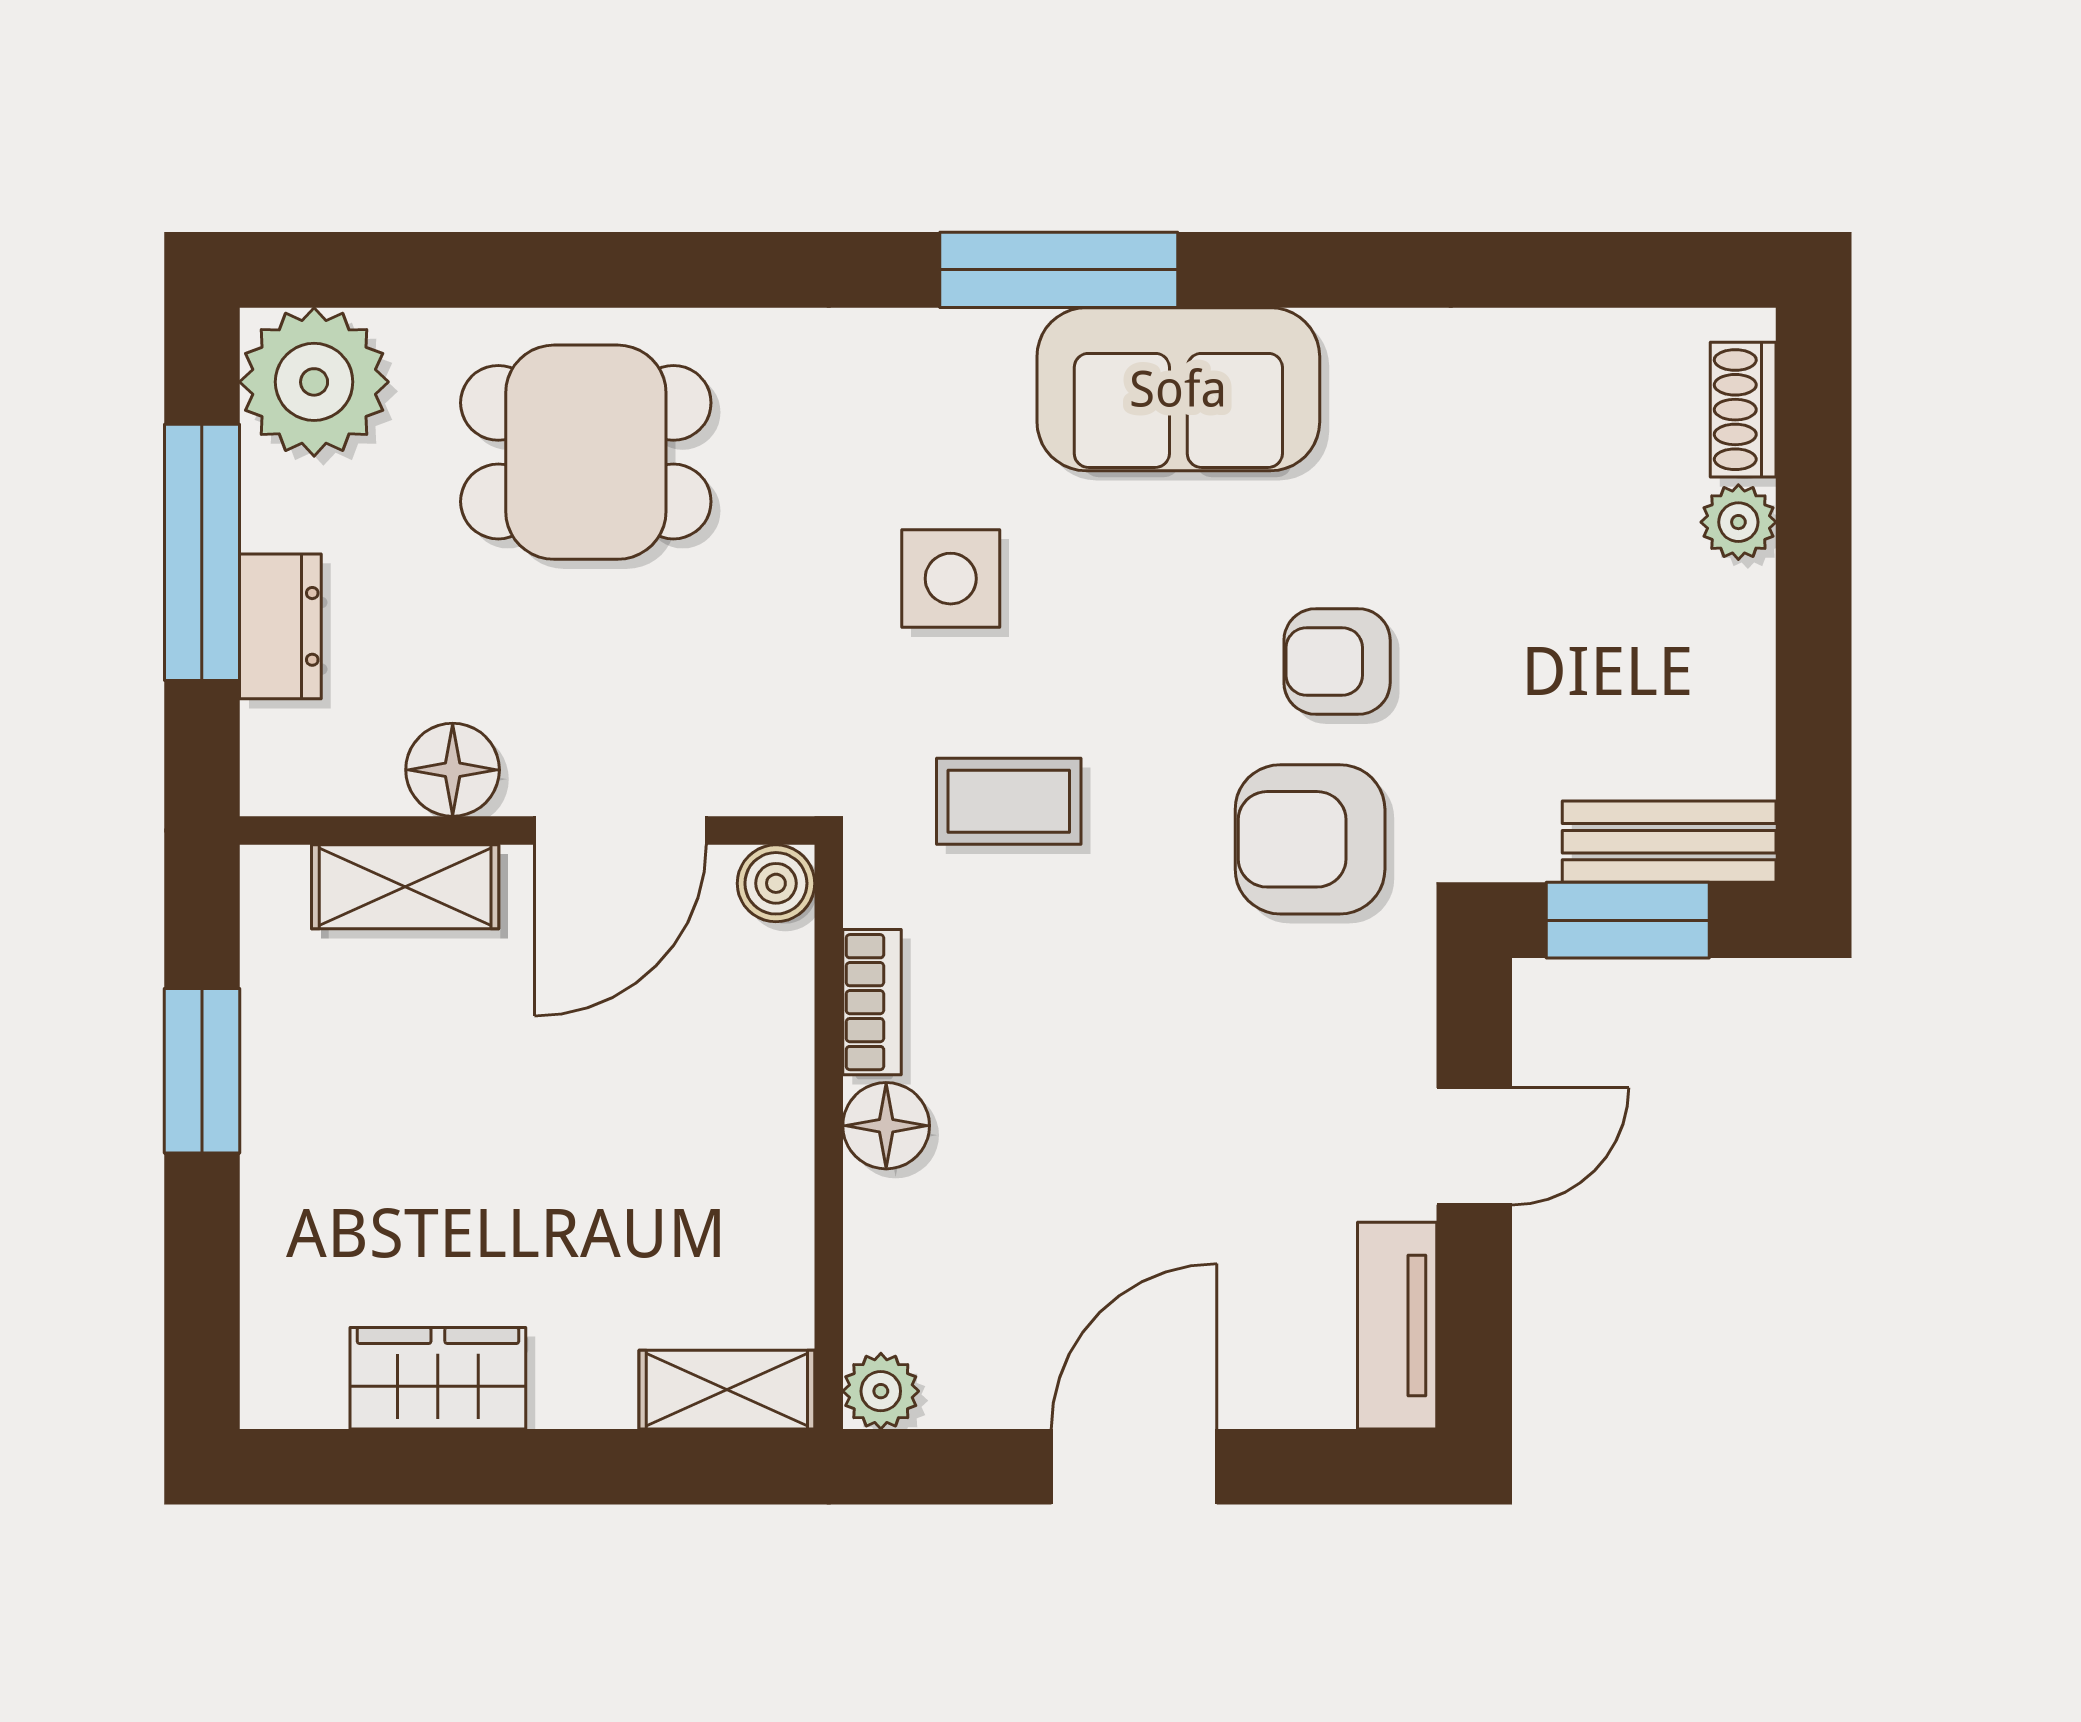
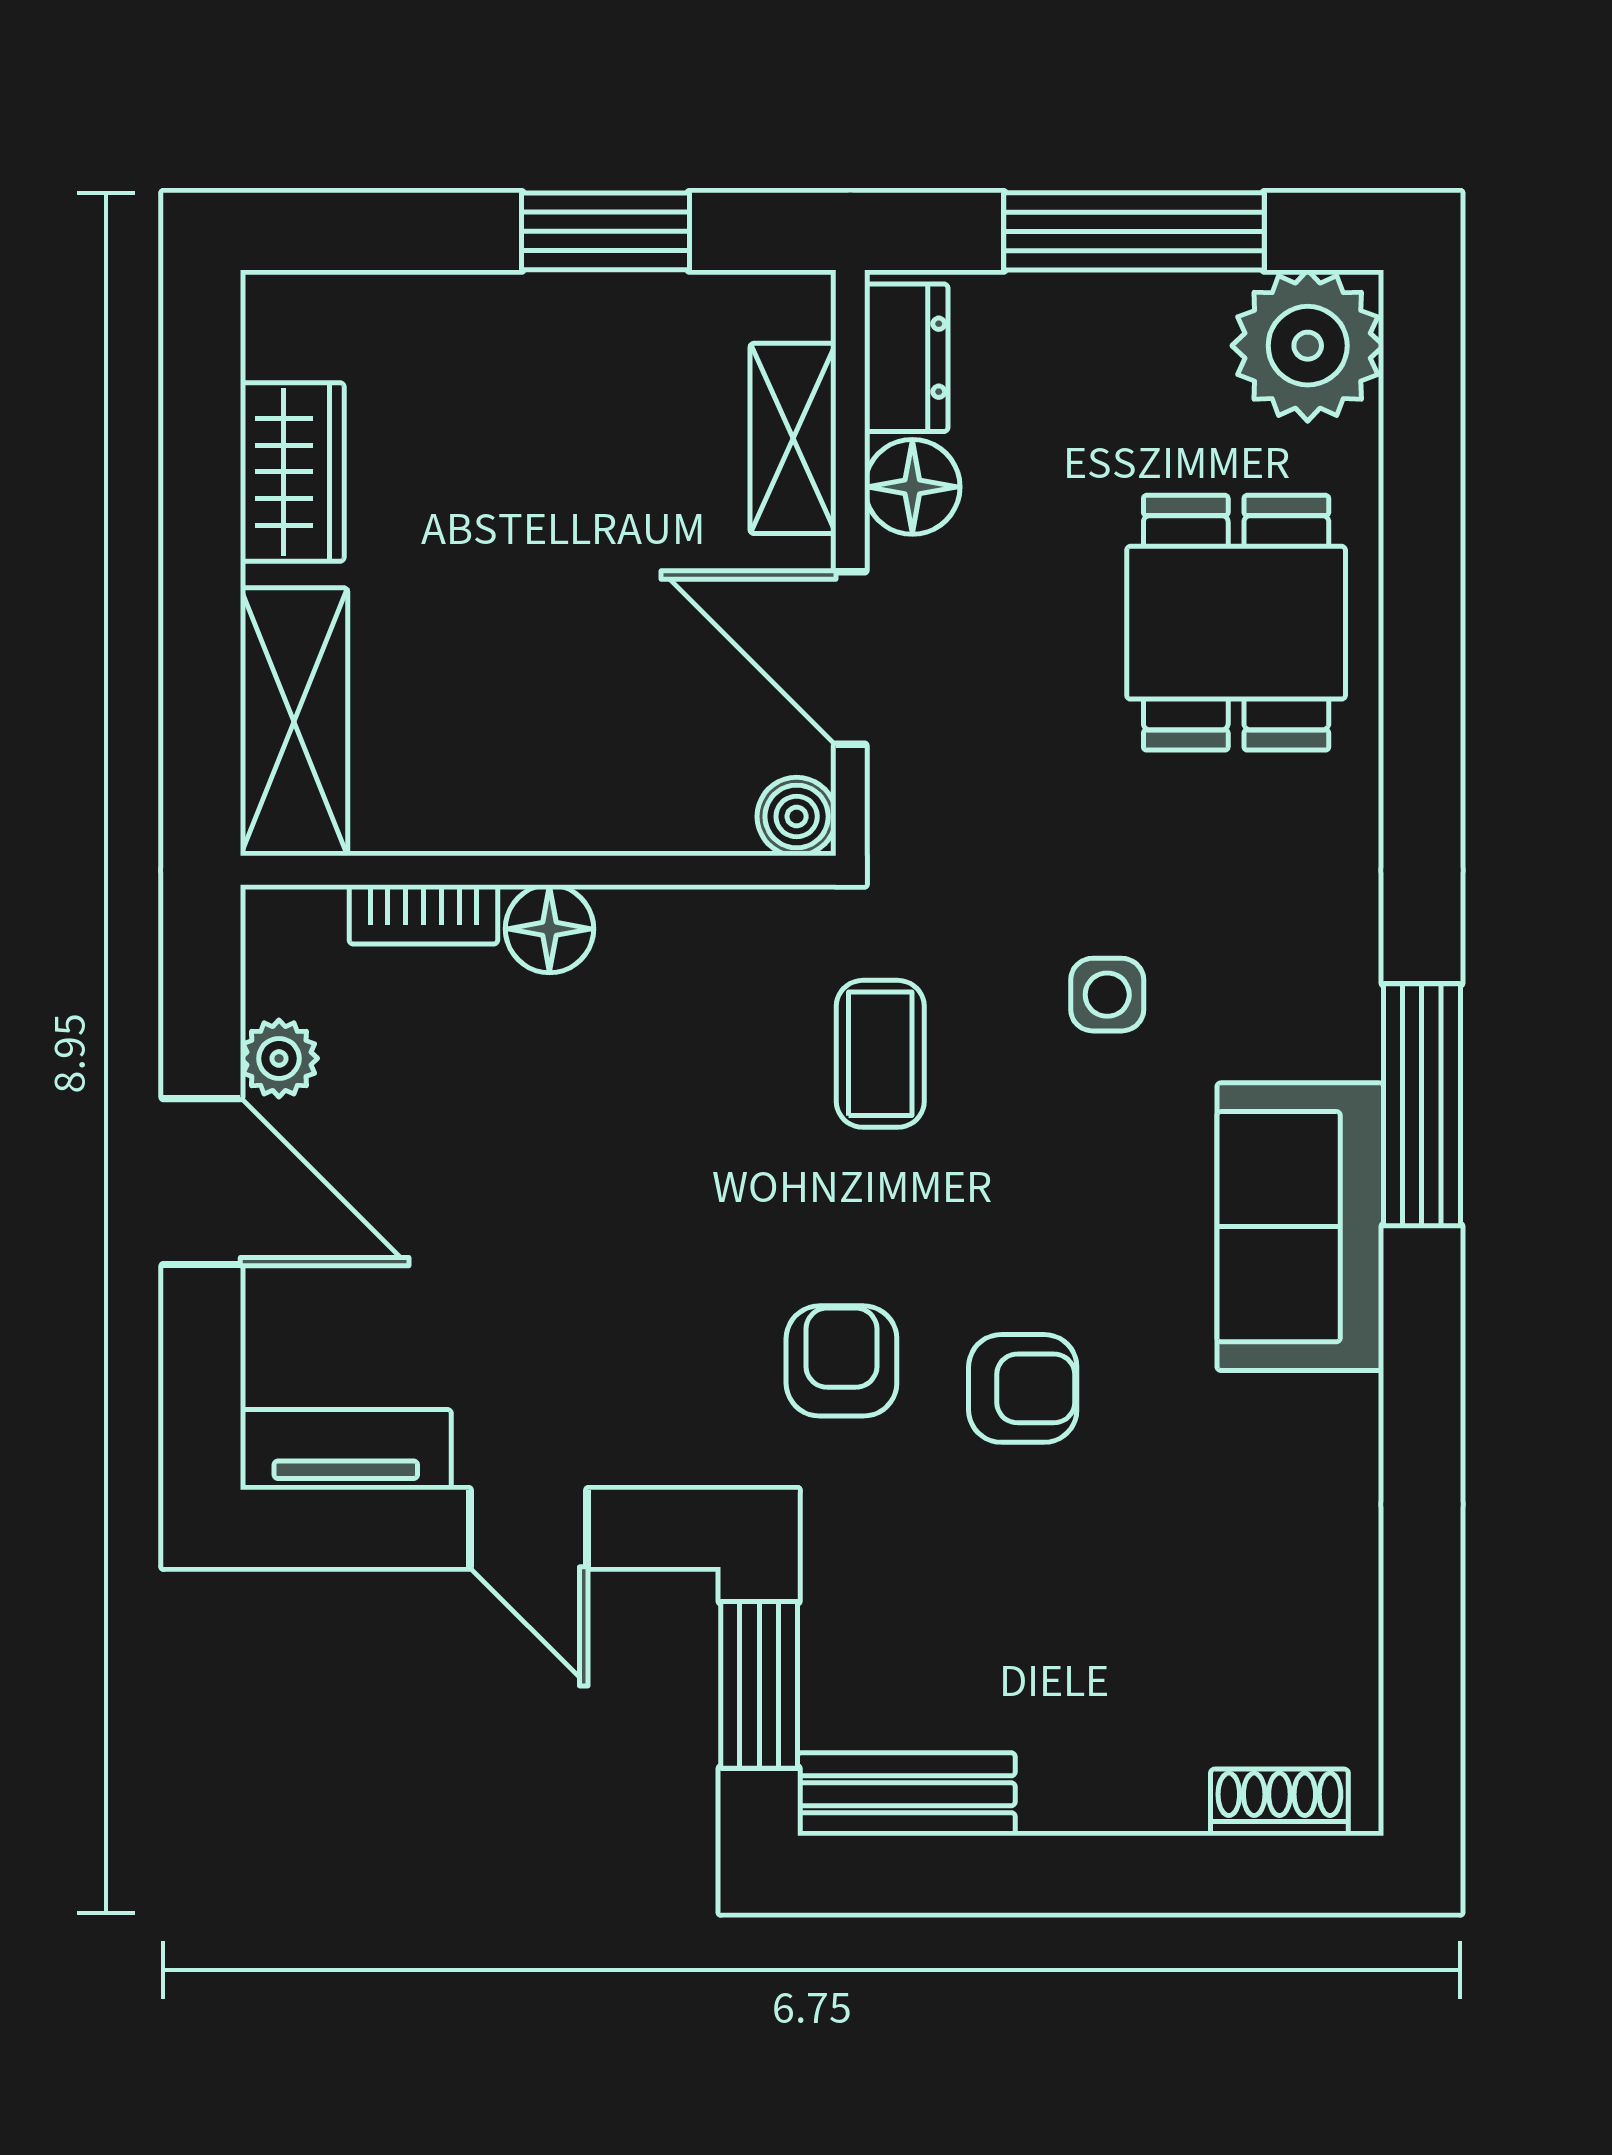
plant: (1738, 522) -> (1165, 1798), removed
side table: (951, 579) -> (1107, 995), width x0.73, depth x0.73
dresser: (280, 626) -> (906, 358), moved, turned -90
armchair: (1337, 661) -> (1023, 1388), turned 90
armchair: (1310, 839) -> (841, 1361), width x0.72, depth x0.72
bench: (1669, 842) -> (906, 1794), moved, turned 90
bookcase: (872, 1002) -> (423, 914), moved
shelving: (727, 1390) -> (294, 722), width x1.50, depth x1.33
plant: (881, 1391) -> (279, 1058), moved

